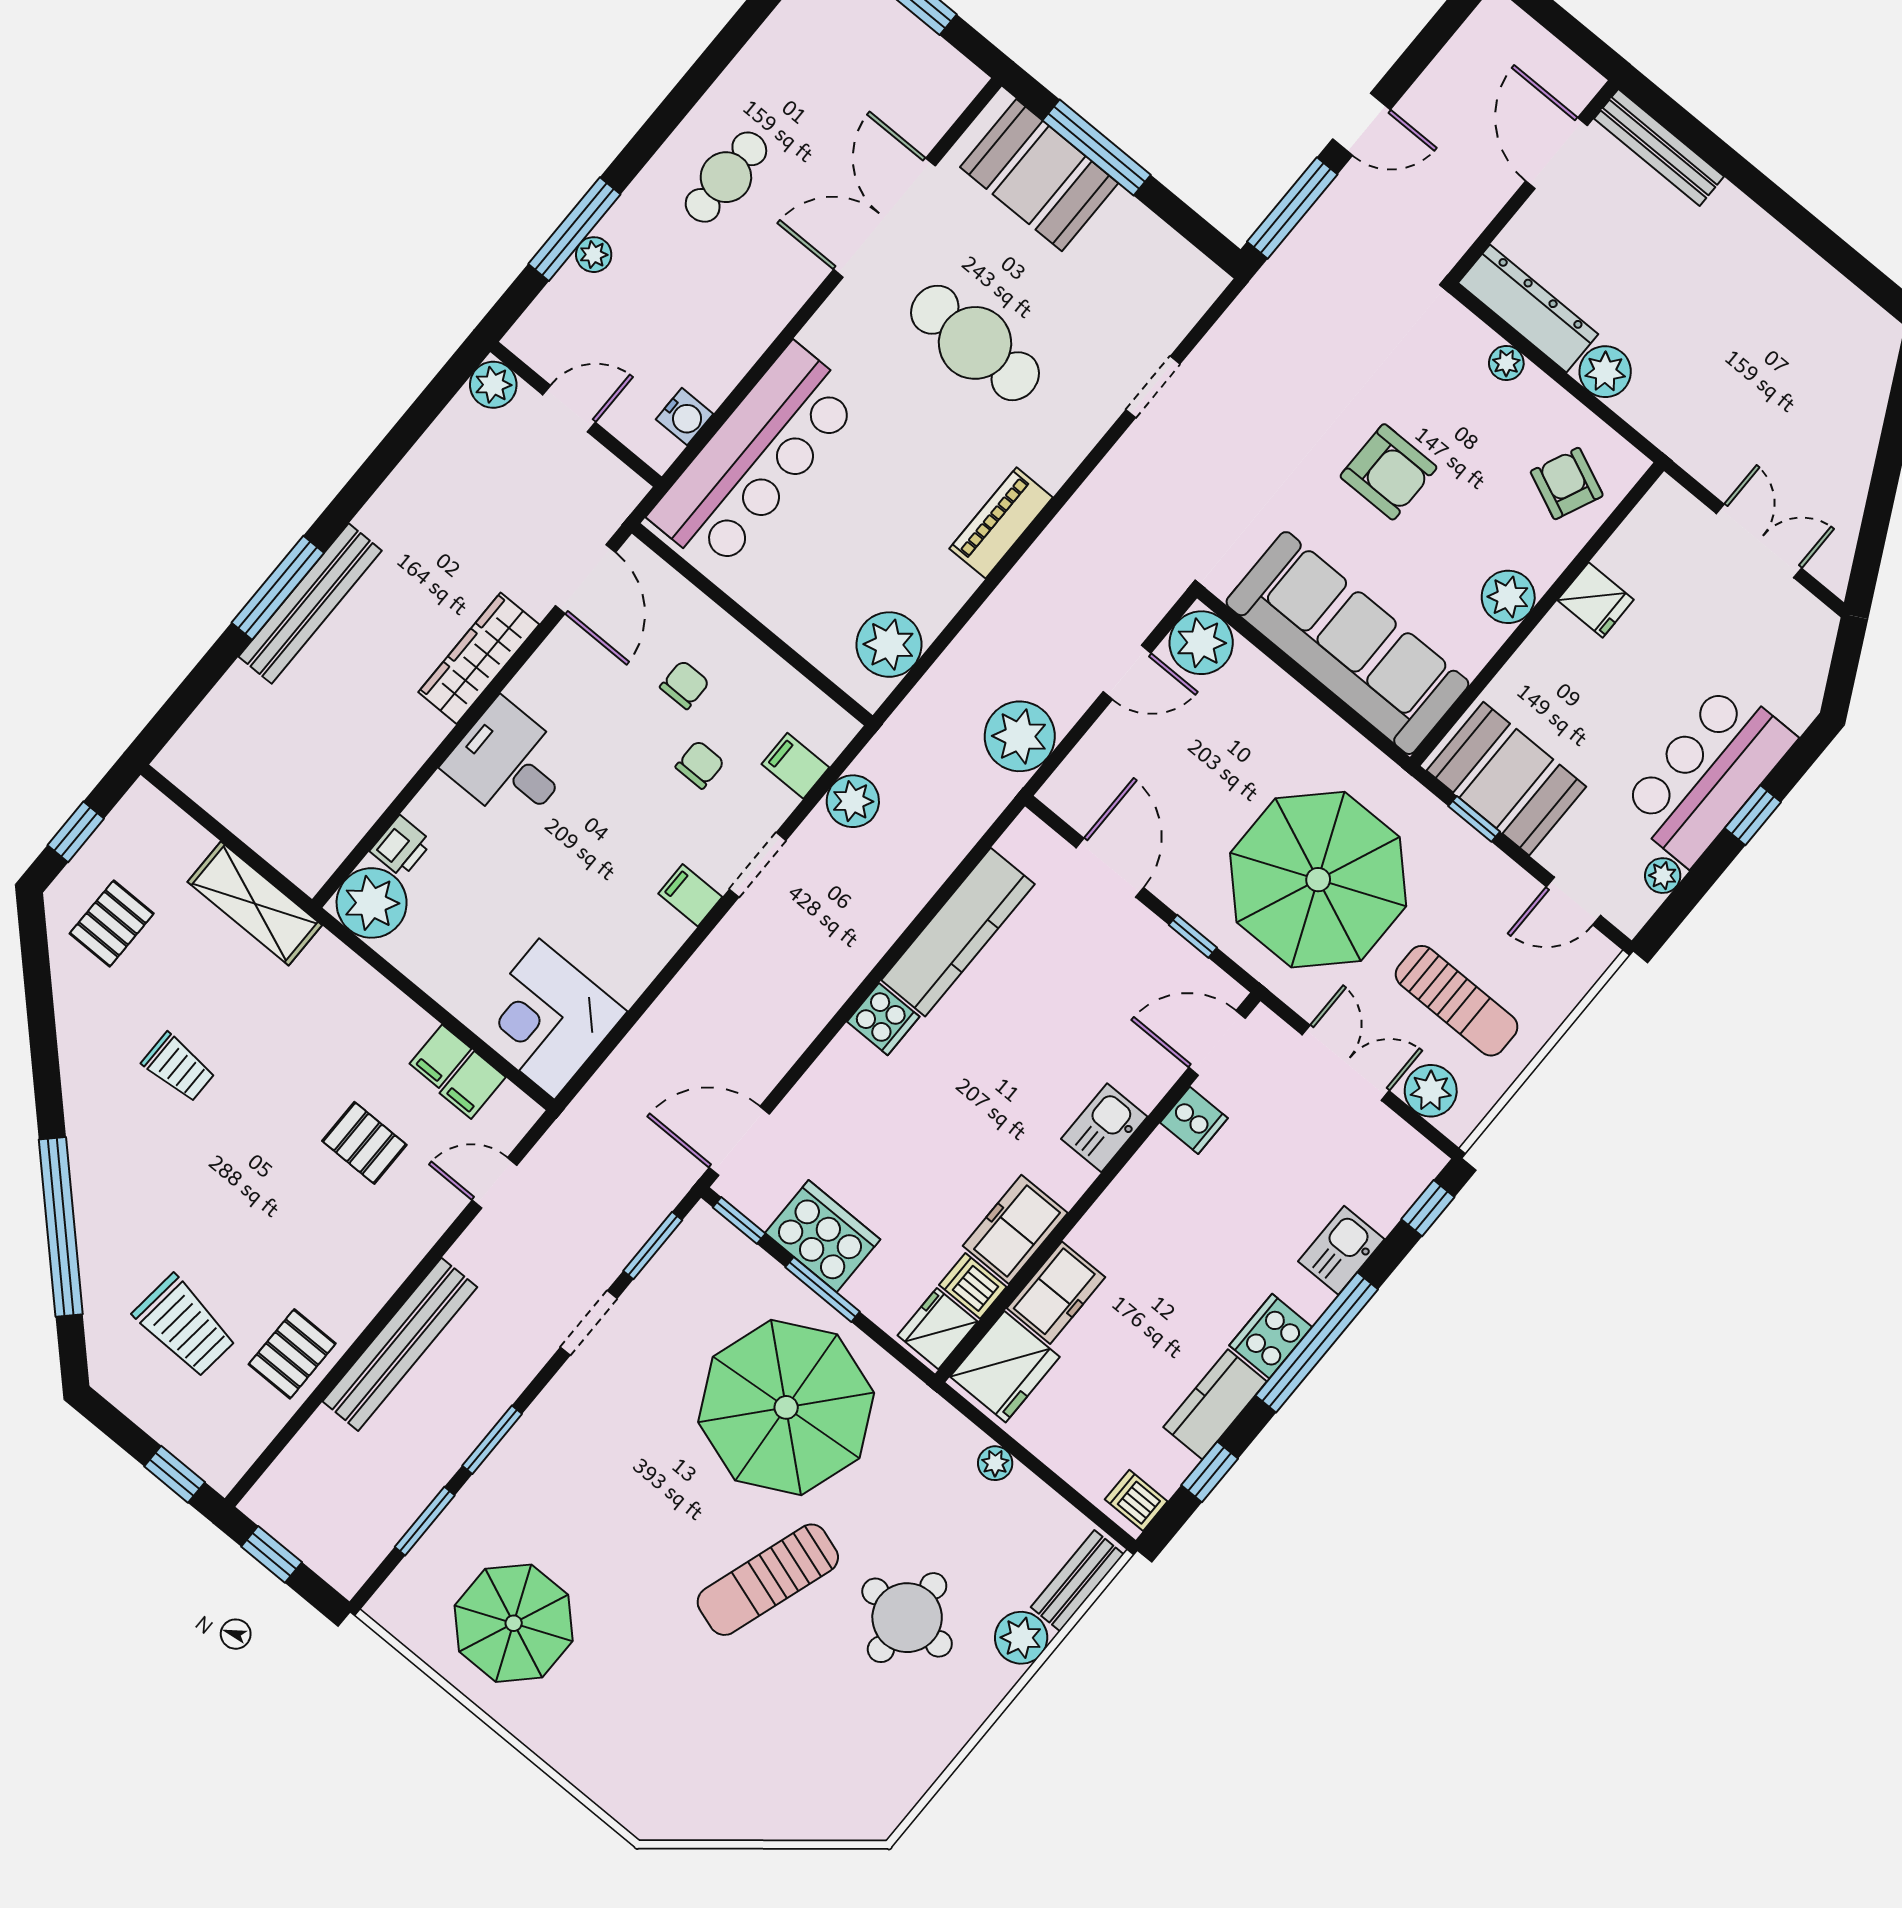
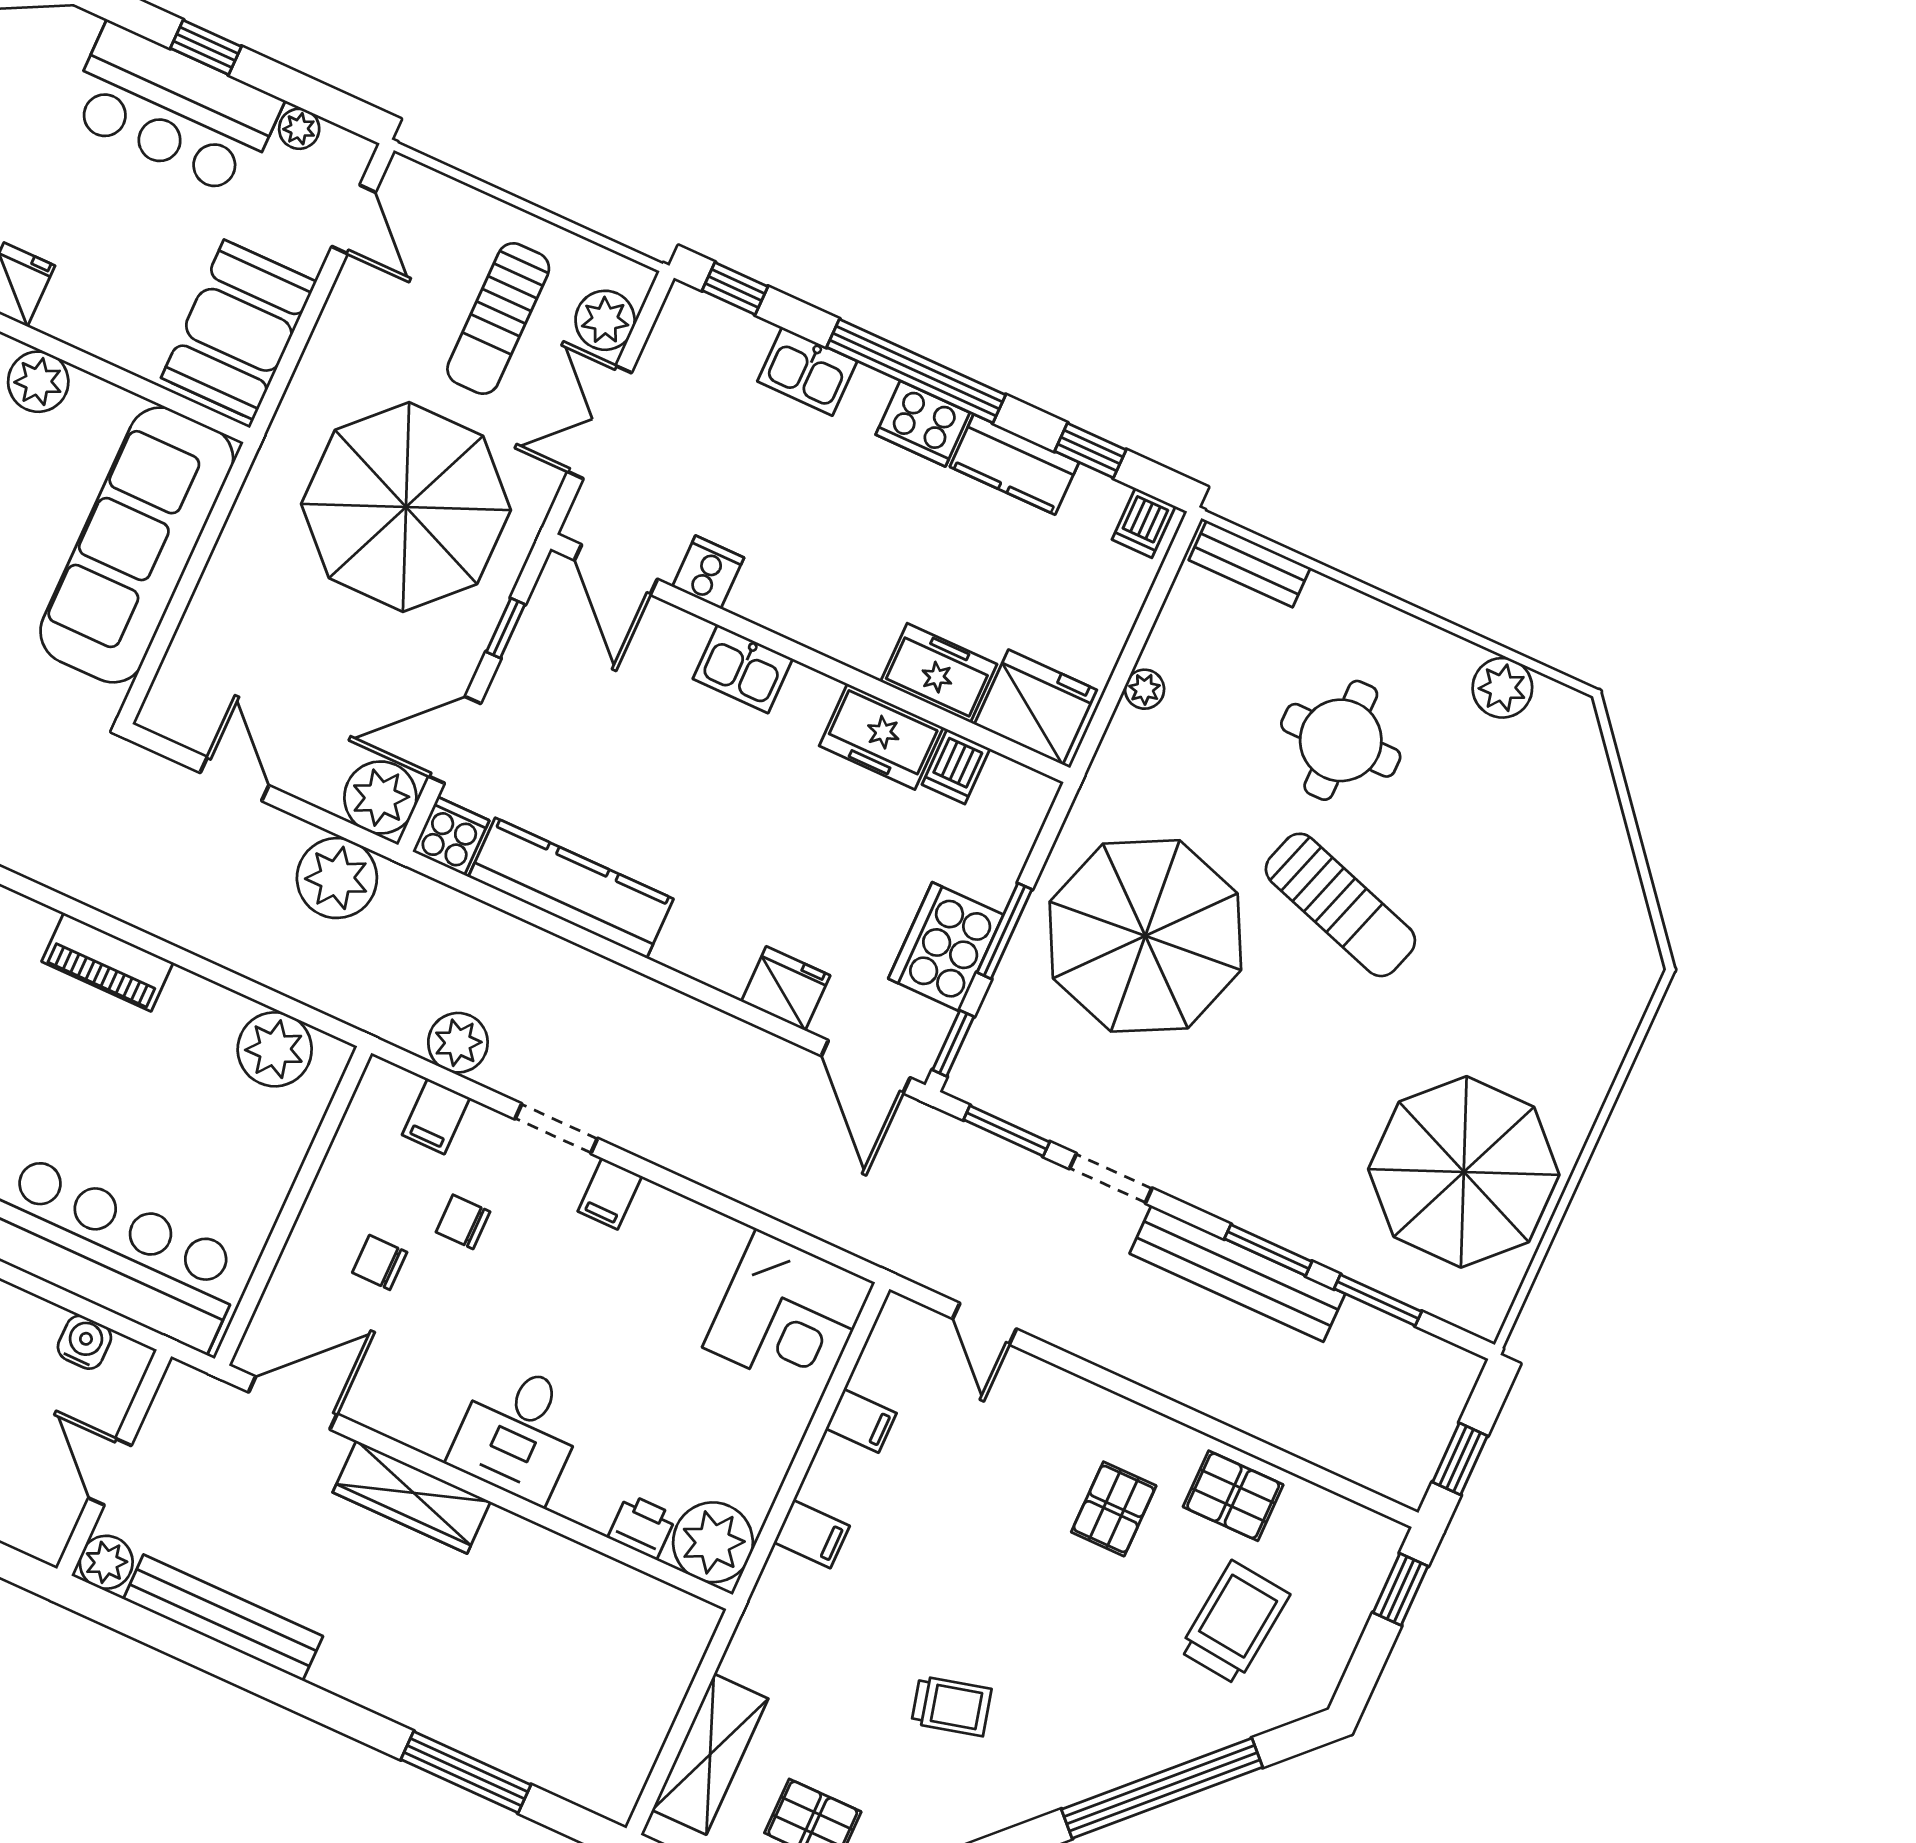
window: (278, 588) -> (466, 1772), moved
bench: (310, 604) -> (223, 1618), moved
plant: (1201, 643) -> (380, 798), moved
window: (1474, 819) -> (293, 353), removed
shelving: (255, 903) -> (710, 1754), moved
sun lounger: (1457, 1001) -> (498, 319), turned 180
cooker: (883, 1019) -> (451, 836), moved
trolley: (178, 1067) -> (951, 1706), turned 76
filing cabinet: (473, 1085) -> (812, 1534), moved
pallet: (364, 1143) -> (1114, 1509), moved
fridge: (938, 1329) -> (786, 988), moved, turned 180
bench: (400, 1344) -> (1237, 1274), moved
parasol: (514, 1623) -> (1464, 1172), width x1.36, depth x1.36
plant: (1021, 1638) -> (1502, 688), moved

